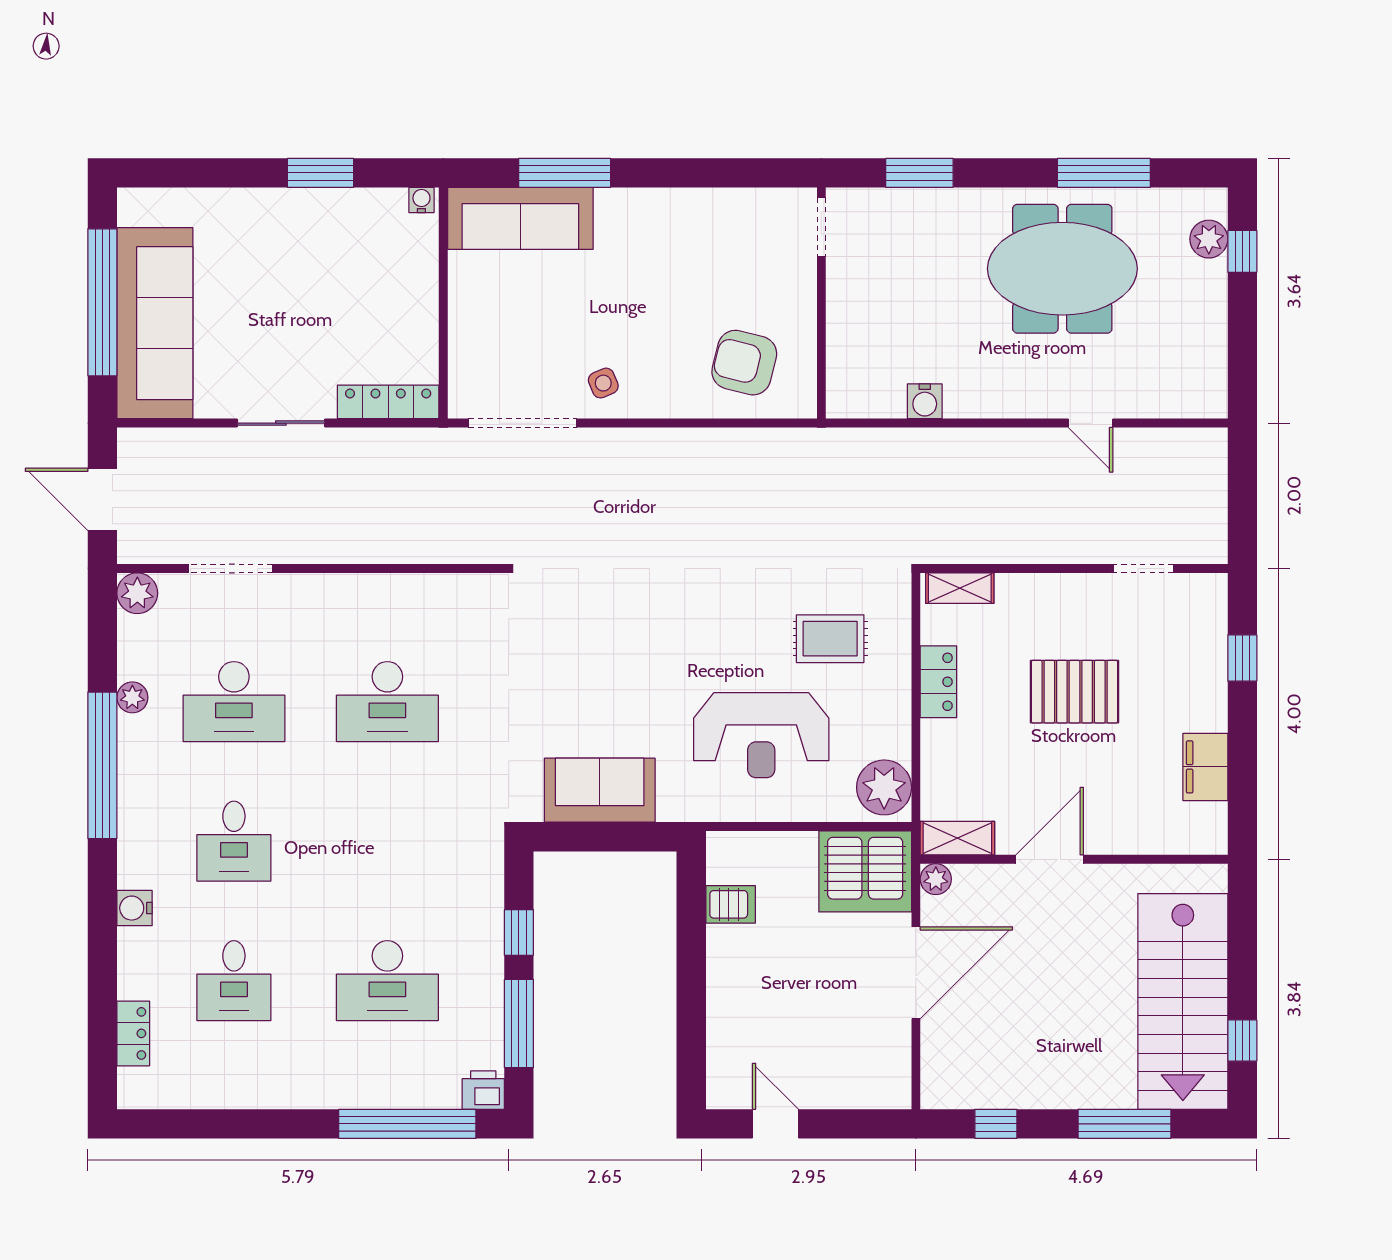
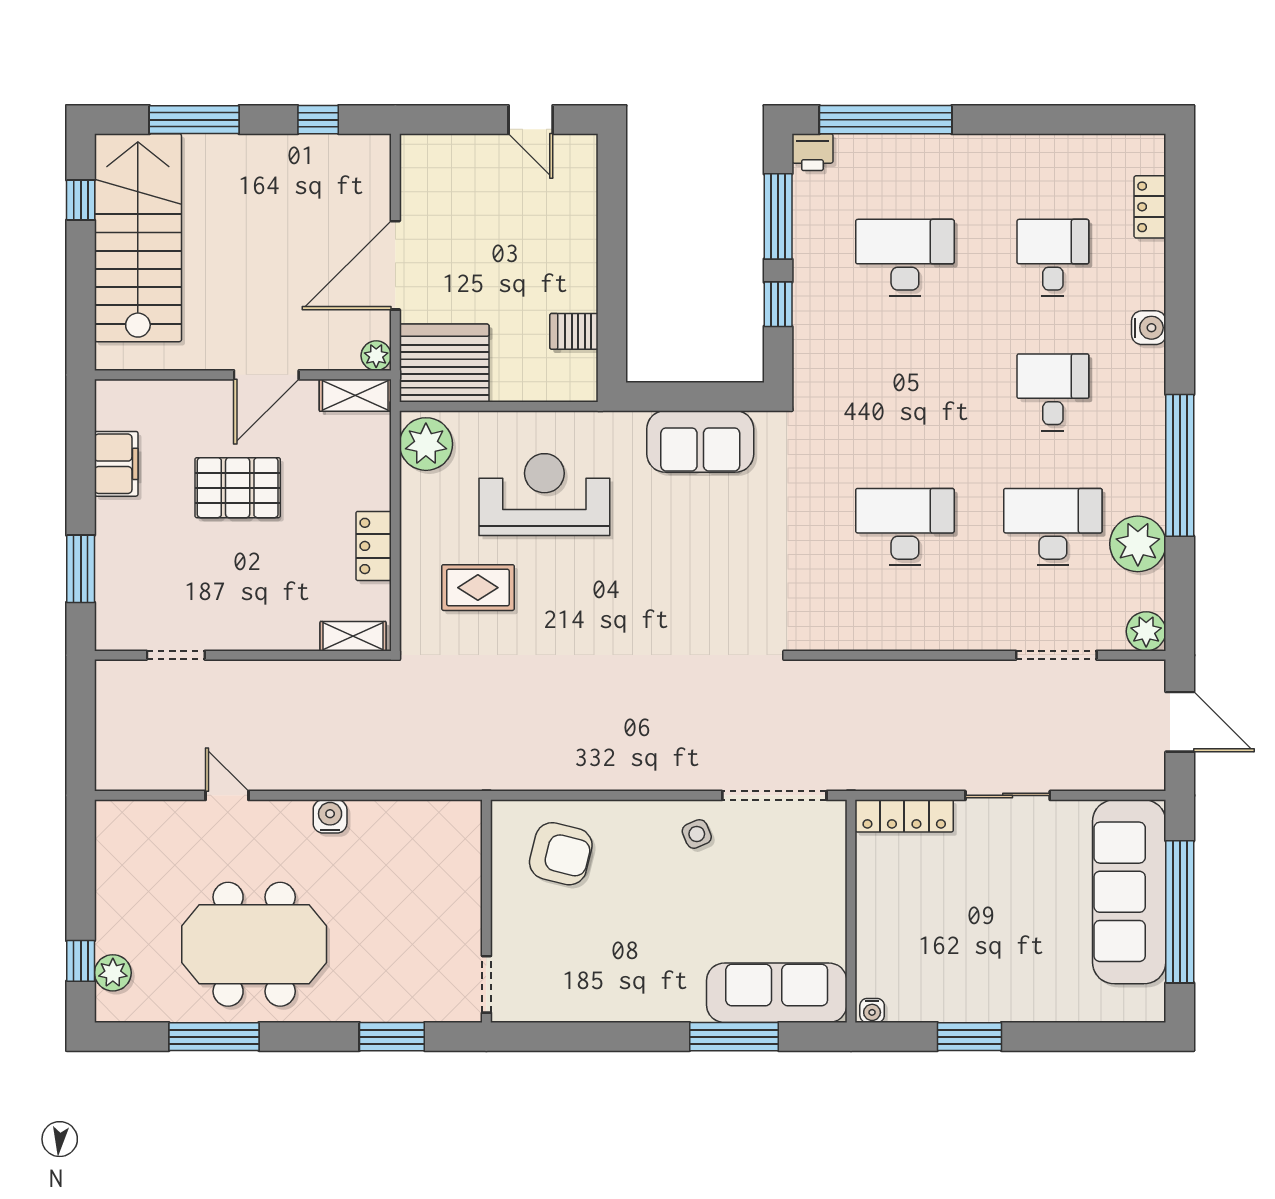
water cooler: (925, 401) -> (330, 816), moved
window: (1242, 658) -> (81, 569), width x1.50
pallet: (1075, 692) -> (238, 488), moved
plant: (132, 697) -> (1138, 544), width x1.88, depth x1.88

